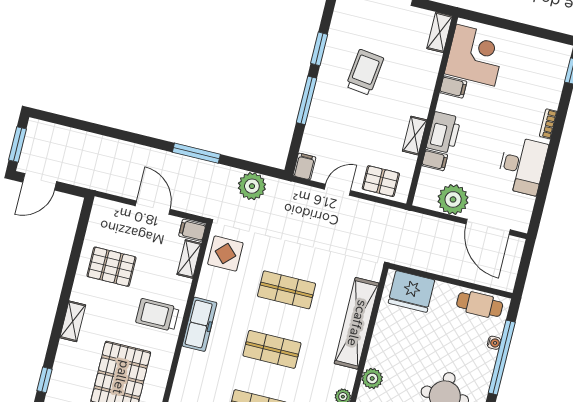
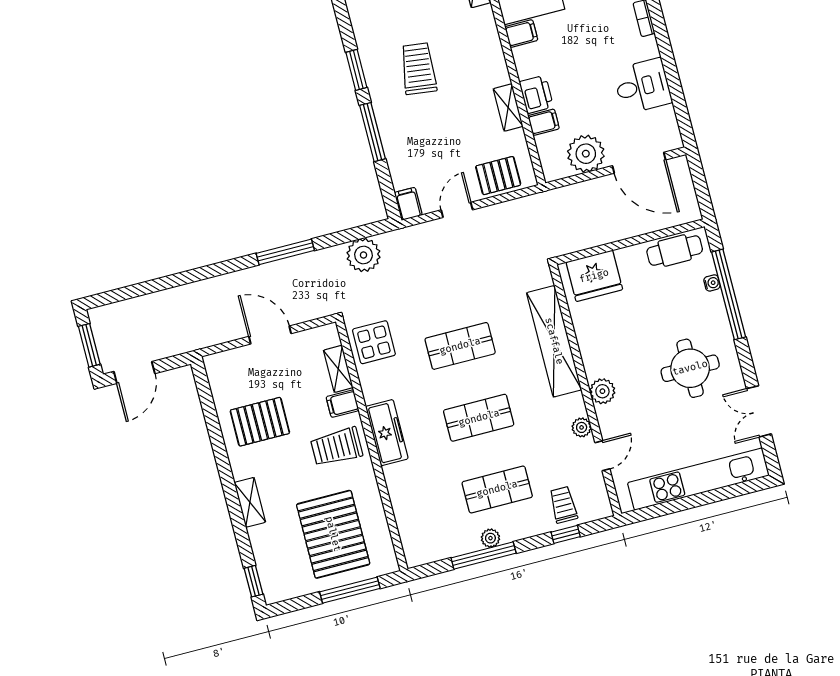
printer: (444, 133) -> (536, 94), width x0.73, depth x0.84
desk: (522, 166) -> (642, 86), width x0.73
filing cabinet: (192, 230) -> (343, 404), moved

